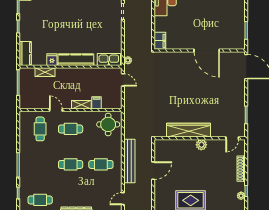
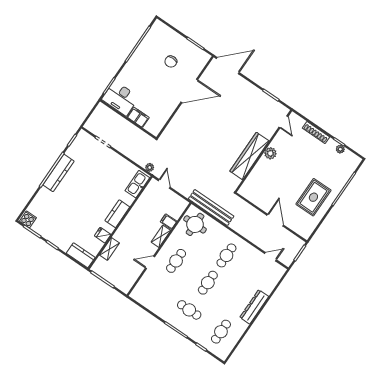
chair: (219, 21) -> (171, 61), added
filing cabinet: (160, 41) -> (138, 117), moved
kitchen counter: (76, 60) -> (117, 214), width x0.67
door: (123, 80) -> (164, 184), hinge flipped
cafe table: (40, 129) -> (189, 310), moved
bench: (129, 161) -> (211, 207), moved
door: (153, 171) -> (275, 220), moved
door: (123, 199) -> (271, 257), swing flipped

